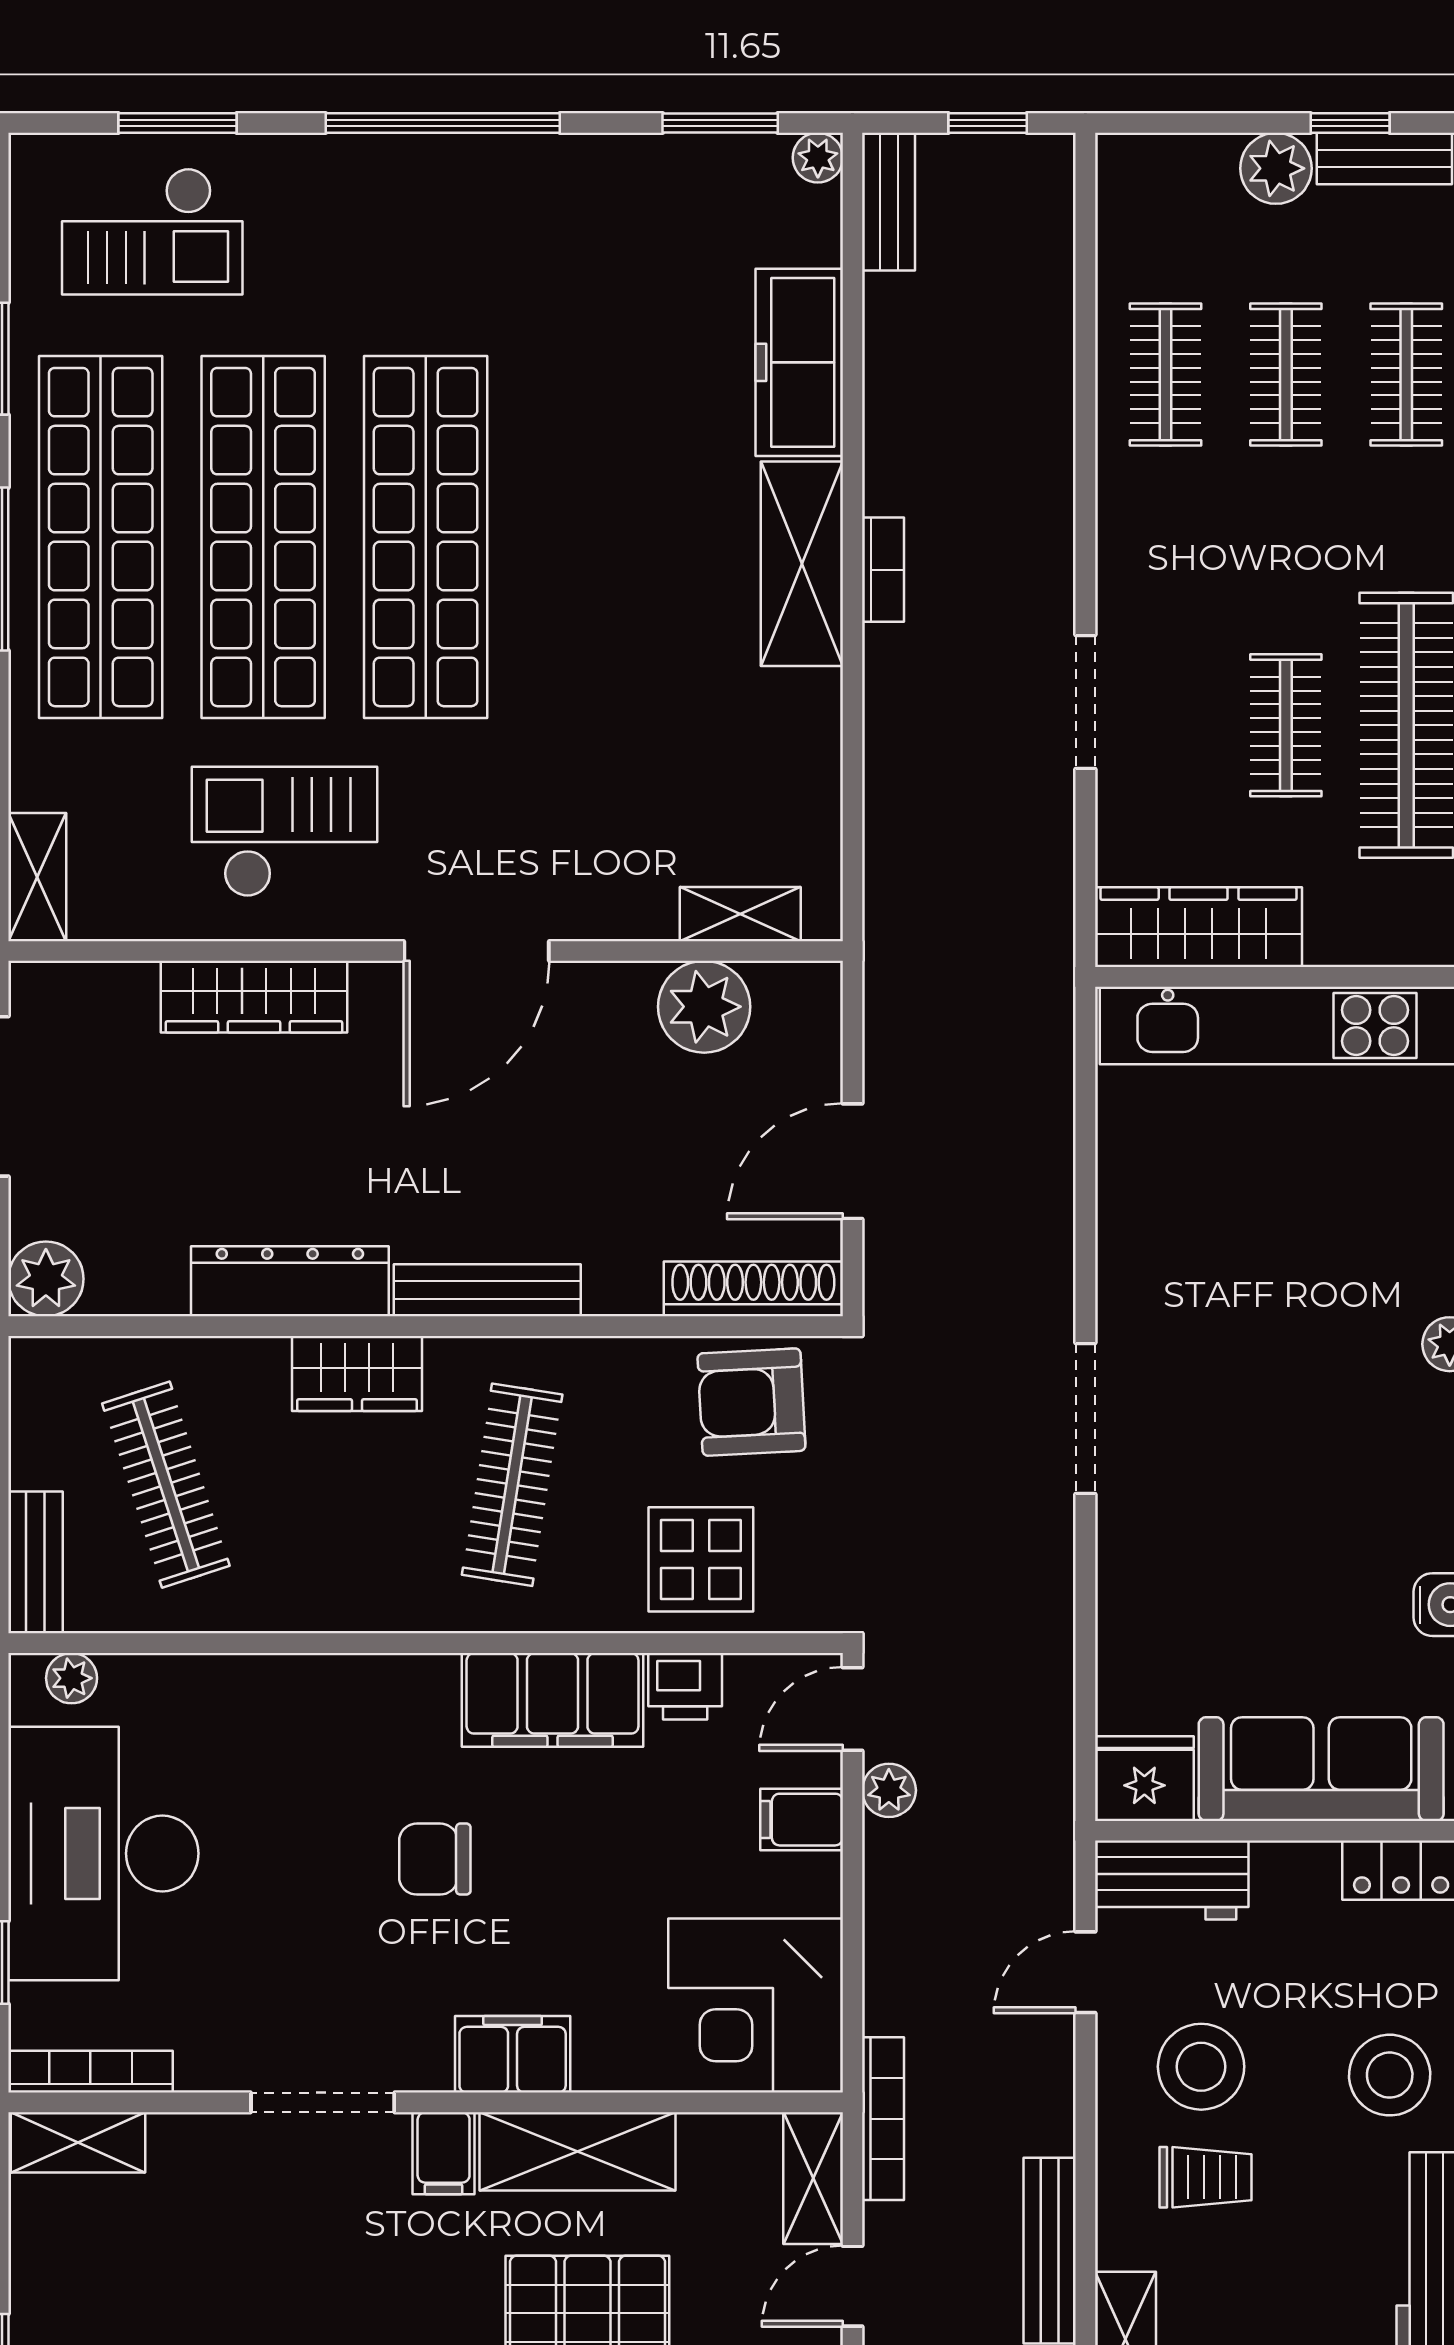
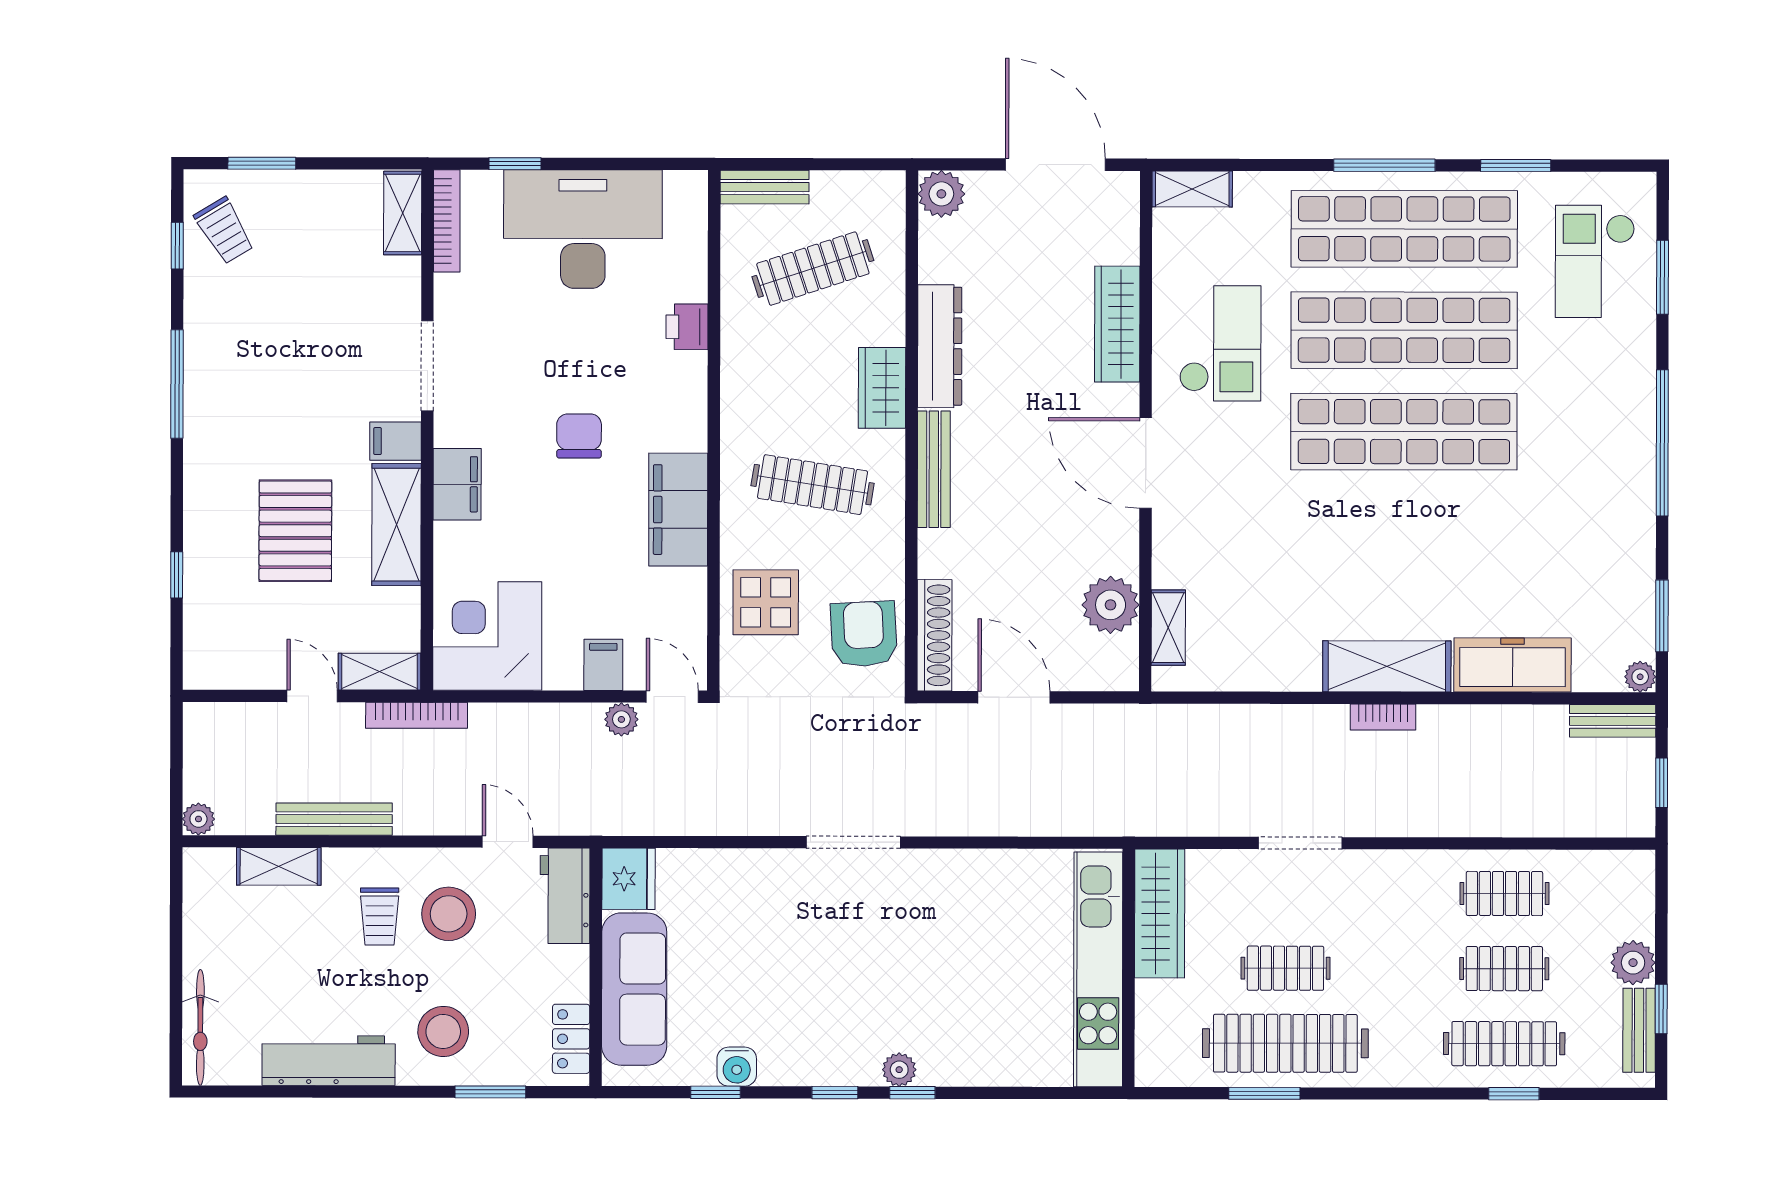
clothes rail: (1406, 375) -> (1504, 1044), width x1.36
plant: (72, 1678) -> (692, 209), removed
printer: (685, 1686) -> (687, 327), moved

